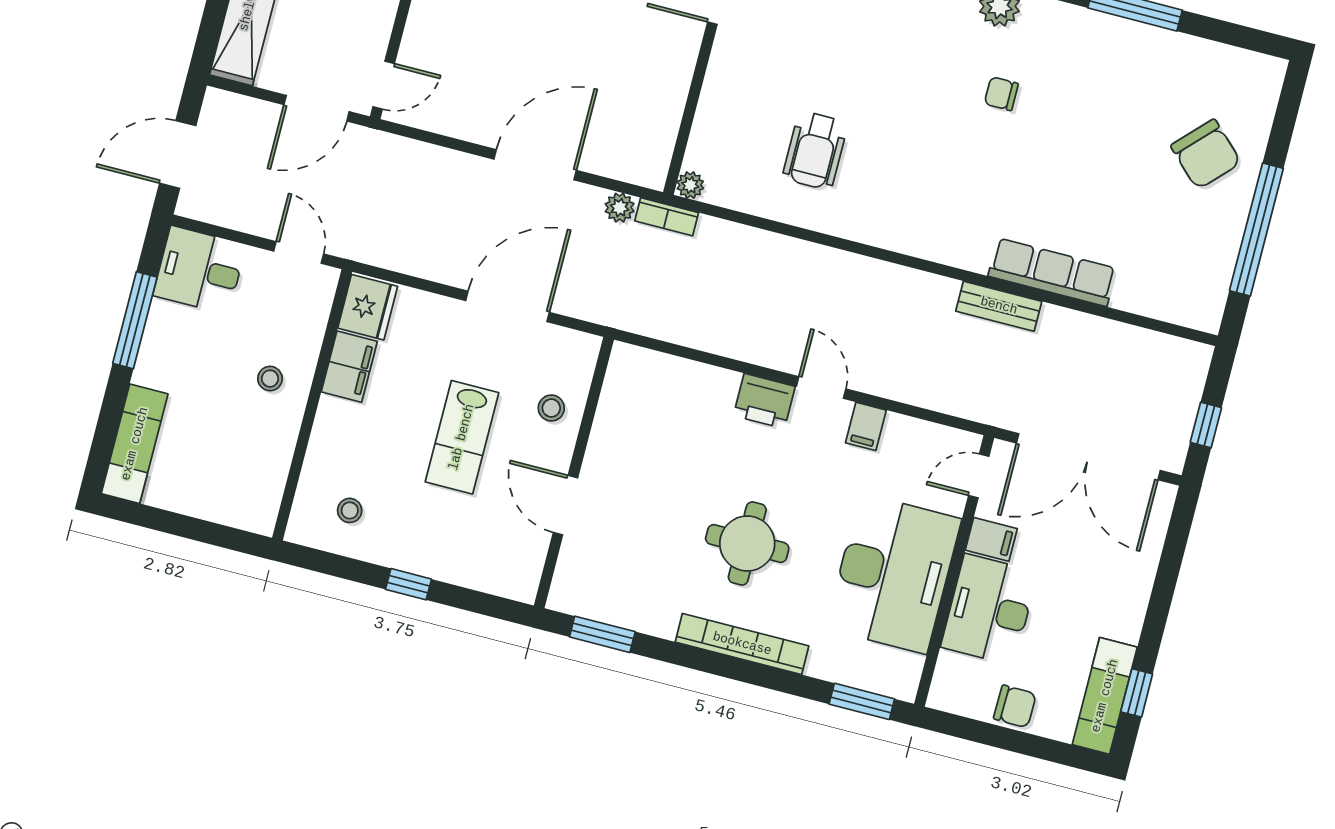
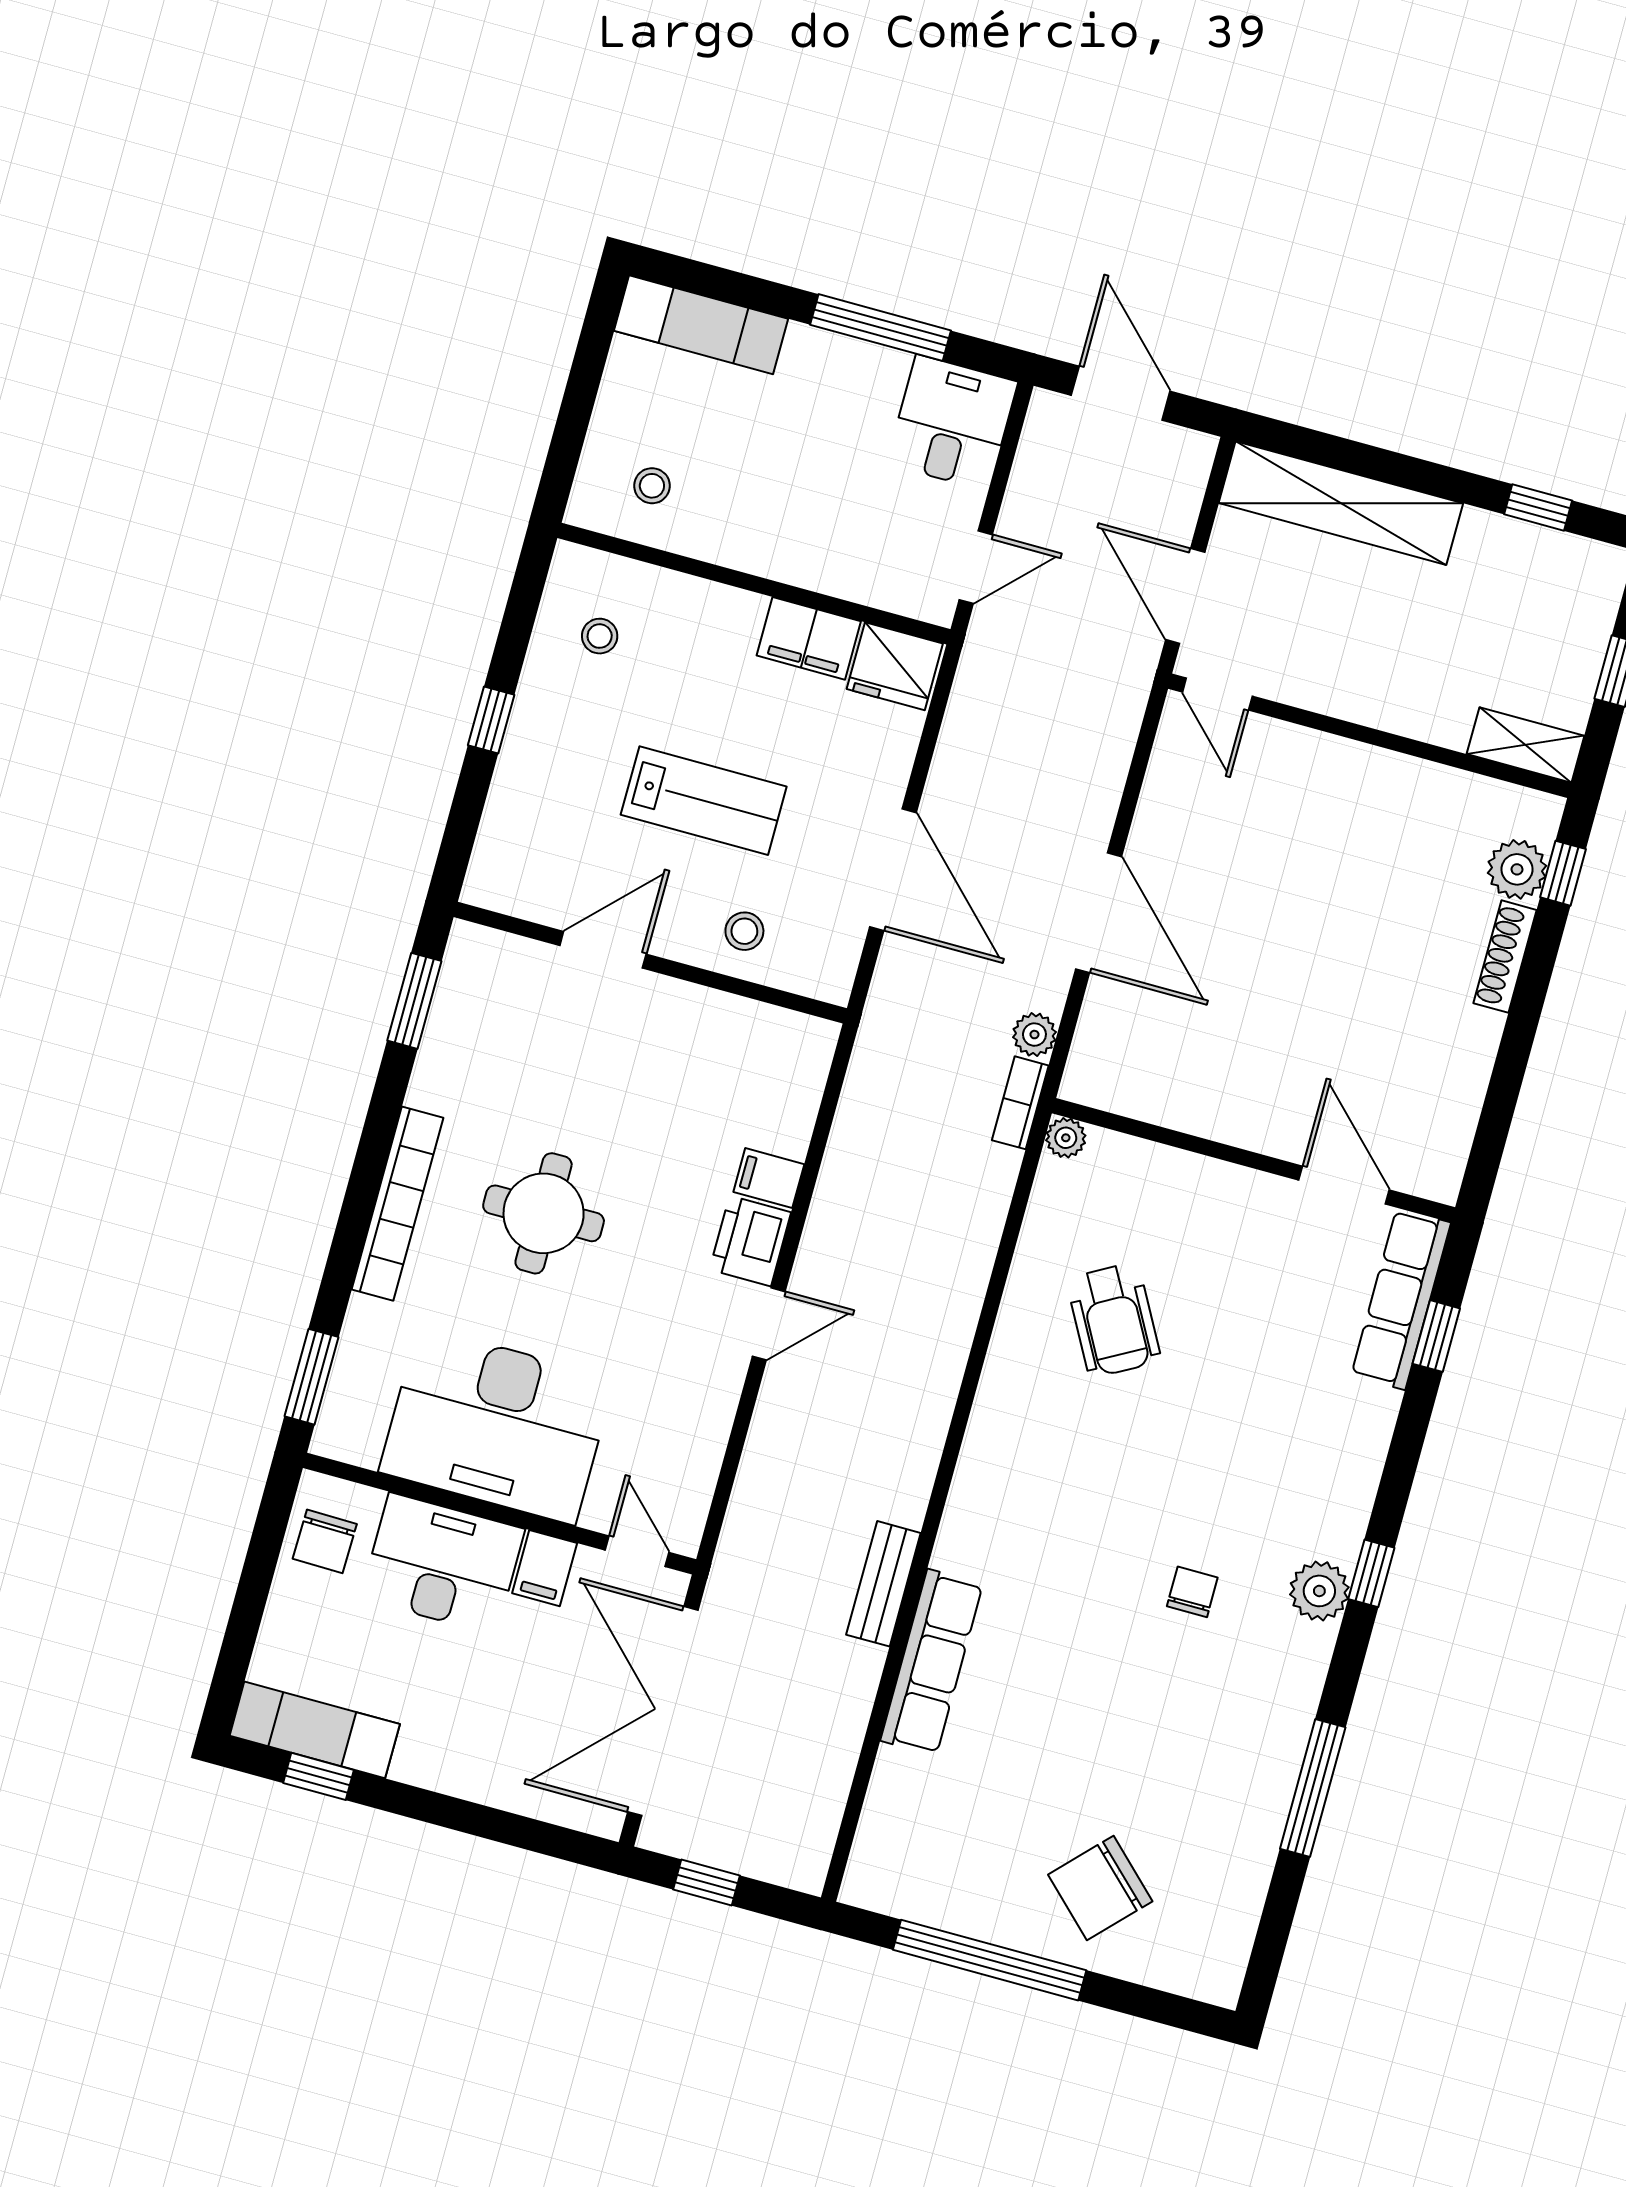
wheelchair: (815, 150) -> (1114, 1320), turned -119
stool: (270, 379) -> (652, 486), moved
filing cabinet: (866, 426) -> (769, 1178), moved
lab bench: (462, 437) -> (704, 801), turned 180
chair: (1015, 706) -> (325, 1541), moved

